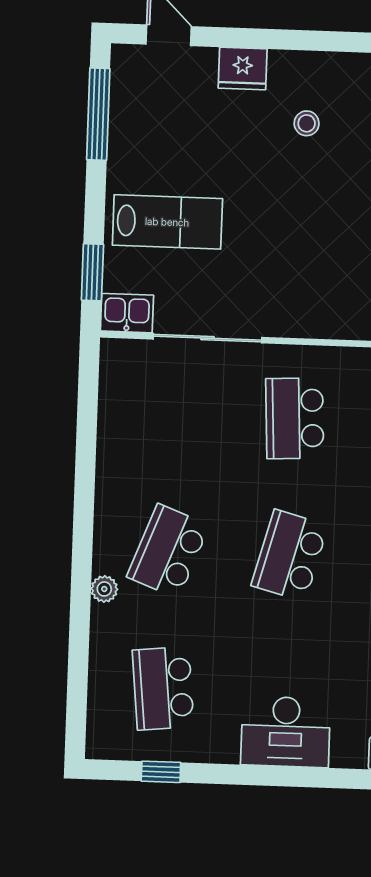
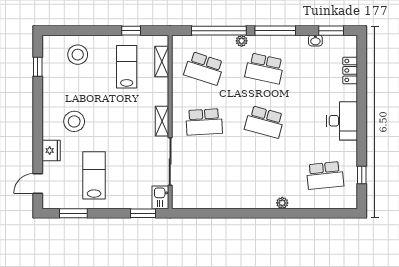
window: (98, 114) -> (73, 213), width x0.69
stool: (307, 123) -> (74, 121), width x1.89, depth x1.89
lab bench: (167, 222) -> (94, 175), moved
shelving: (300, 323) -> (162, 121), added
school desk: (168, 551) -> (264, 175), removed

